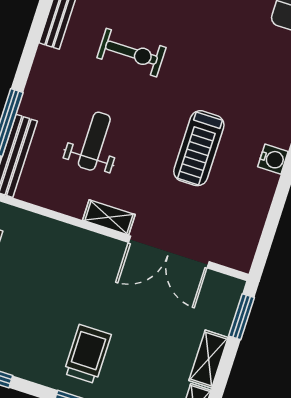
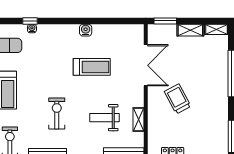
shelving: (109, 217) -> (138, 120), moved
trolley: (87, 354) -> (178, 99), moved, turned 62

